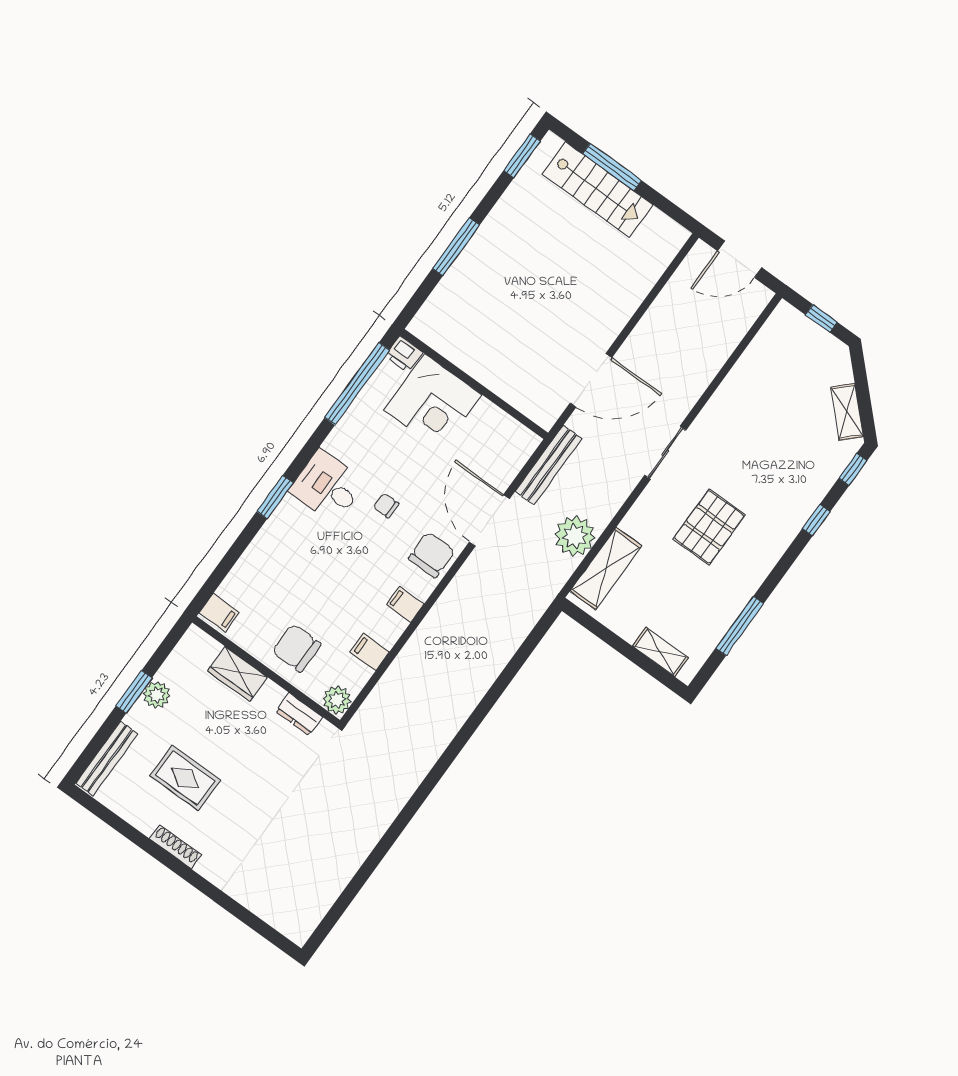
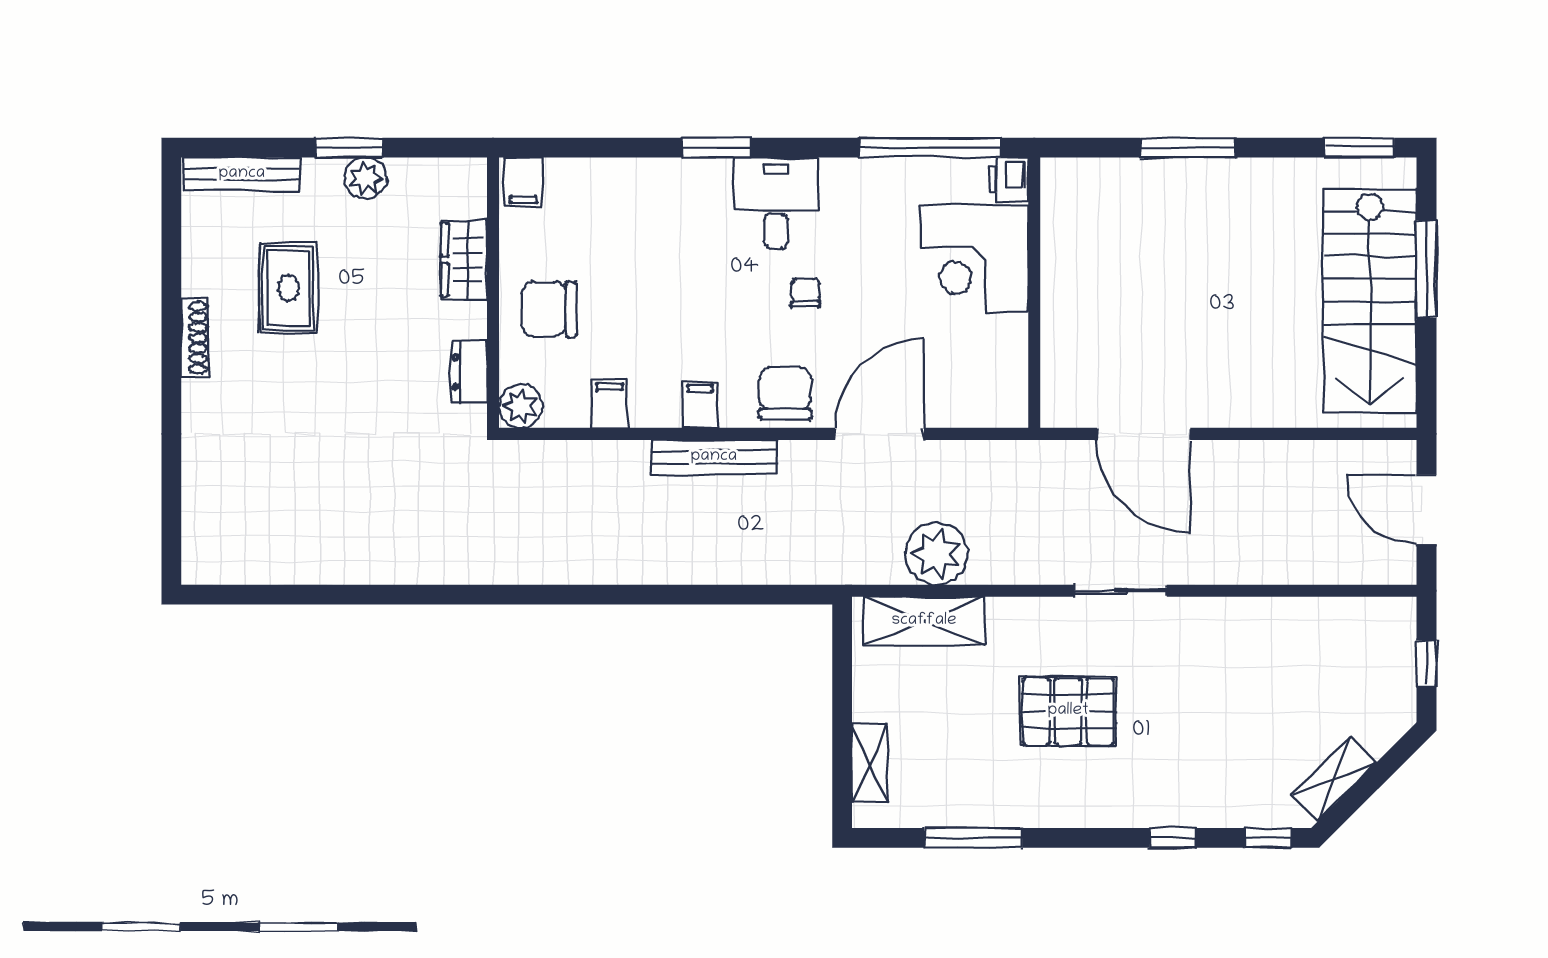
stairs: (598, 190) -> (1370, 301), width x1.36, depth x1.51
bench: (548, 465) -> (714, 457), moved
chair: (432, 555) -> (785, 393), turned -90
chair: (297, 648) -> (549, 309), turned -90

